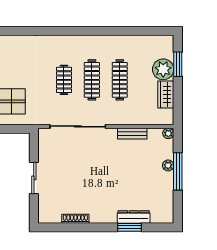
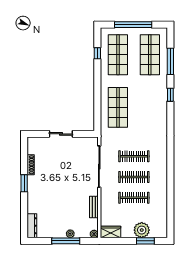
clothes rail: (64, 80) -> (134, 156), width x1.36
wardrobe: (166, 94) -> (111, 232), moved
dresser: (134, 217) -> (32, 226), moved
window: (130, 227) -> (24, 183), moved

